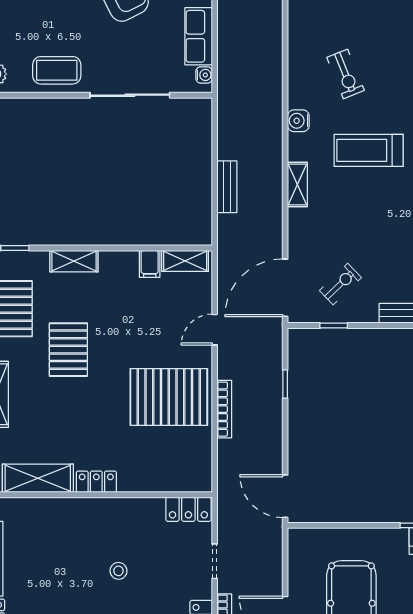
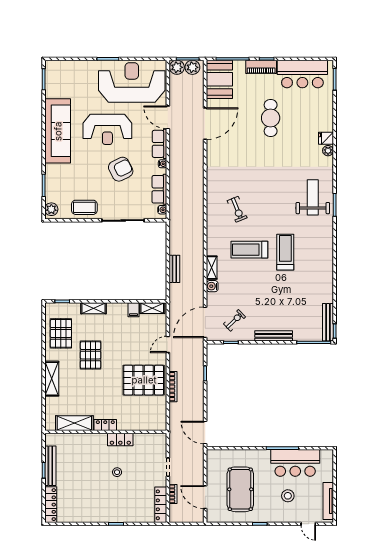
water cooler: (298, 121) -> (212, 286), moved
locker: (188, 509) -> (120, 440), moved

